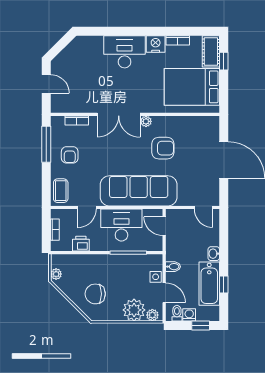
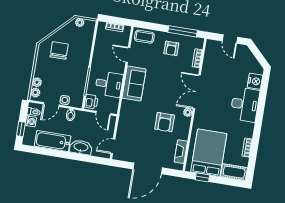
nightstand: (156, 44) -> (255, 81), moved
window: (224, 61) -> (202, 177), moved
door: (46, 84) -> (230, 39), hinge flipped
fireplace: (196, 122) -> (181, 152), added
armchair: (70, 155) -> (171, 48), turned -90
sofa: (139, 191) -> (134, 83), width x0.54, depth x0.79
desk: (121, 225) -> (109, 84), width x0.73
door: (164, 226) -> (103, 113), swing flipped
printer: (81, 244) -> (91, 102), moved
washbasin: (214, 254) -> (81, 147), width x1.91, depth x1.45
window: (224, 284) -> (50, 152), removed
plant: (134, 310) -> (37, 82), width x0.53, depth x0.53

